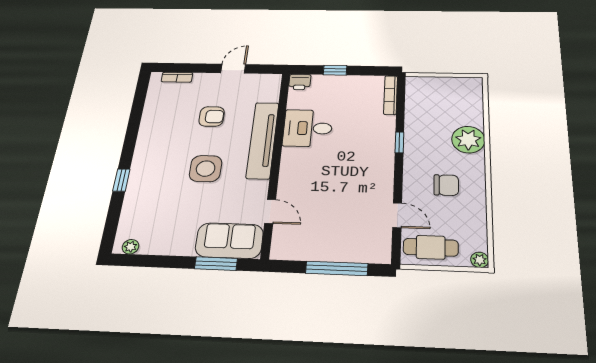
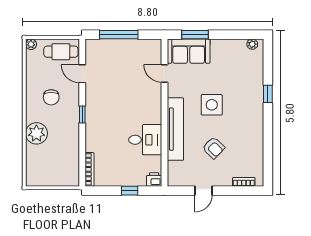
armchair: (212, 116) -> (214, 148), turned -136
window: (399, 142) -> (82, 115), moved
chair: (446, 185) -> (51, 97), turned -90

